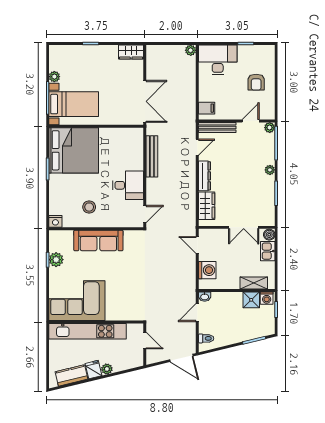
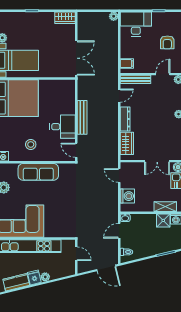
bench: (152, 156) -> (82, 117), moved
door: (145, 214) -> (76, 150), swing flipped

